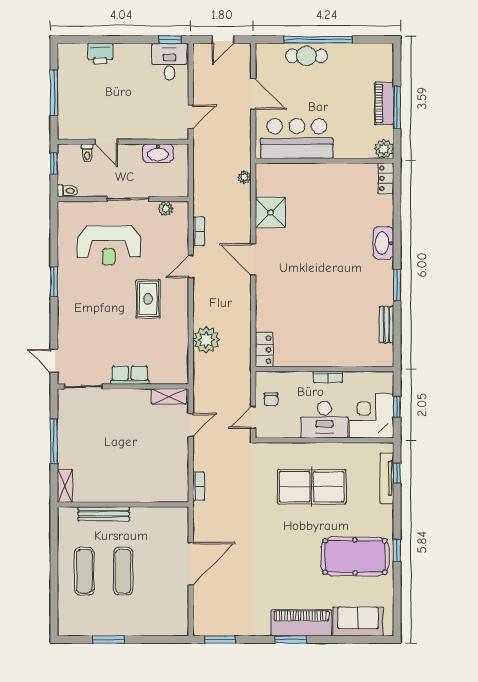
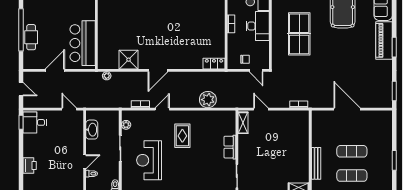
reception desk: (109, 245) -> (149, 160), turned 180
door: (191, 266) -> (162, 109), swing flipped
rug: (148, 299) -> (182, 136), turned 90

